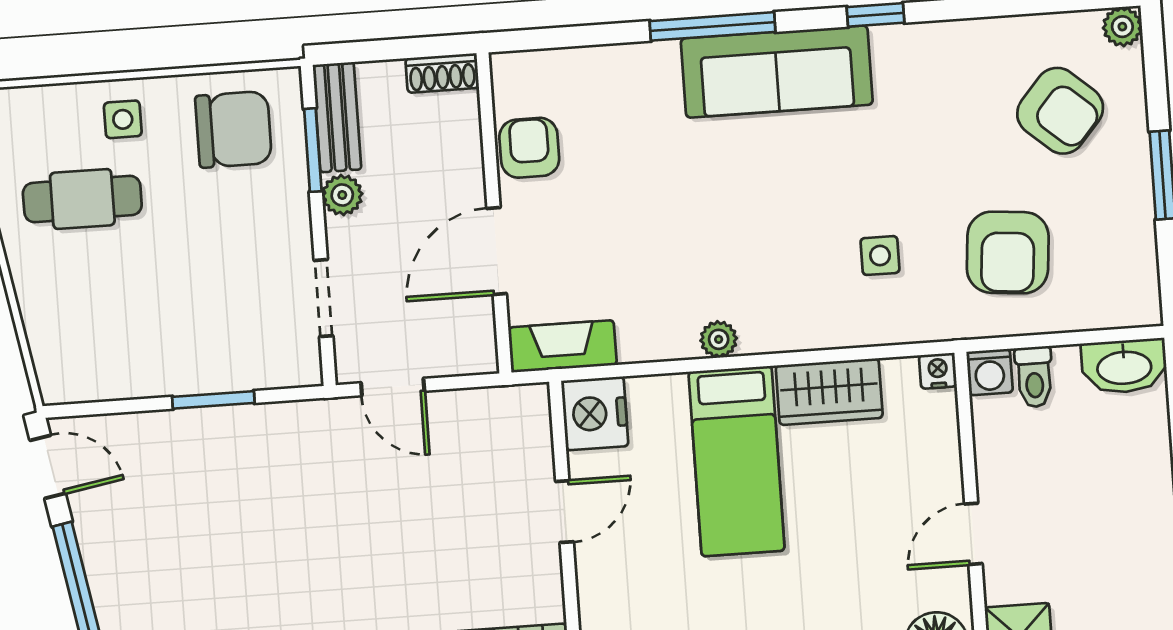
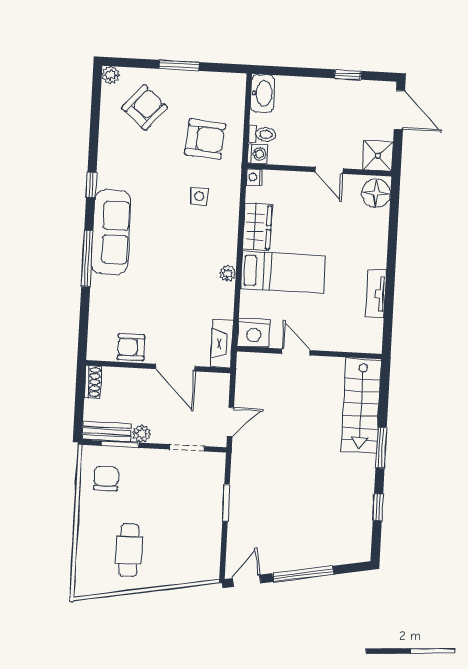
side table: (123, 119) -> (95, 527), removed
chair: (233, 129) -> (106, 479), width x0.73, depth x0.73

